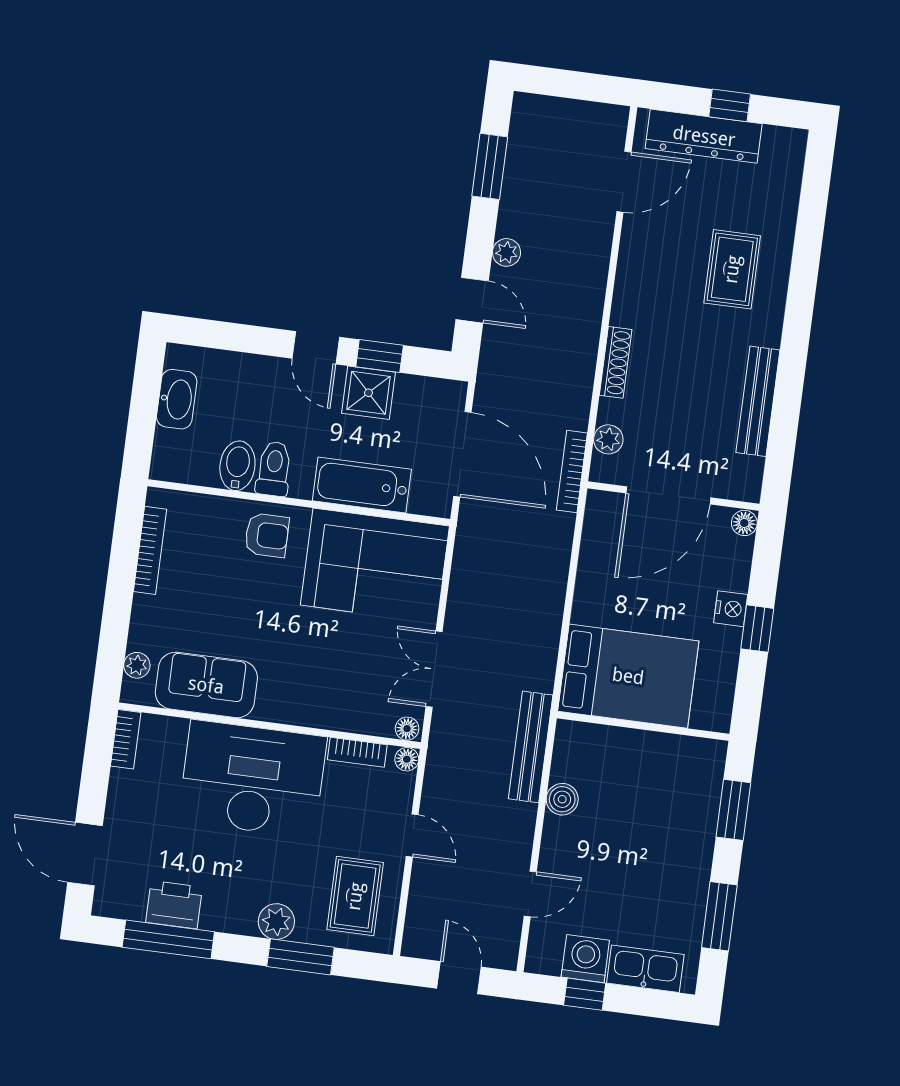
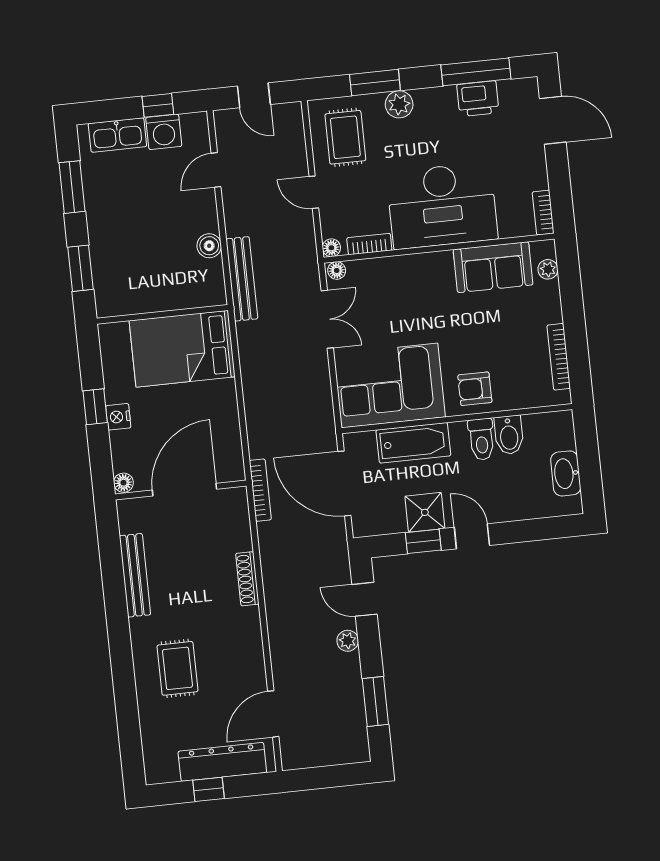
plant: (608, 439) -> (239, 520), removed

